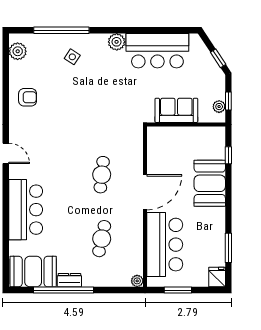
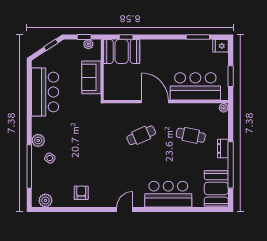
plant: (117, 42) -> (38, 140), moved
cafe table: (102, 175) -> (141, 135), turned -30
booth: (210, 183) -> (122, 51), moved
dresser: (69, 280) -> (223, 148), moved

